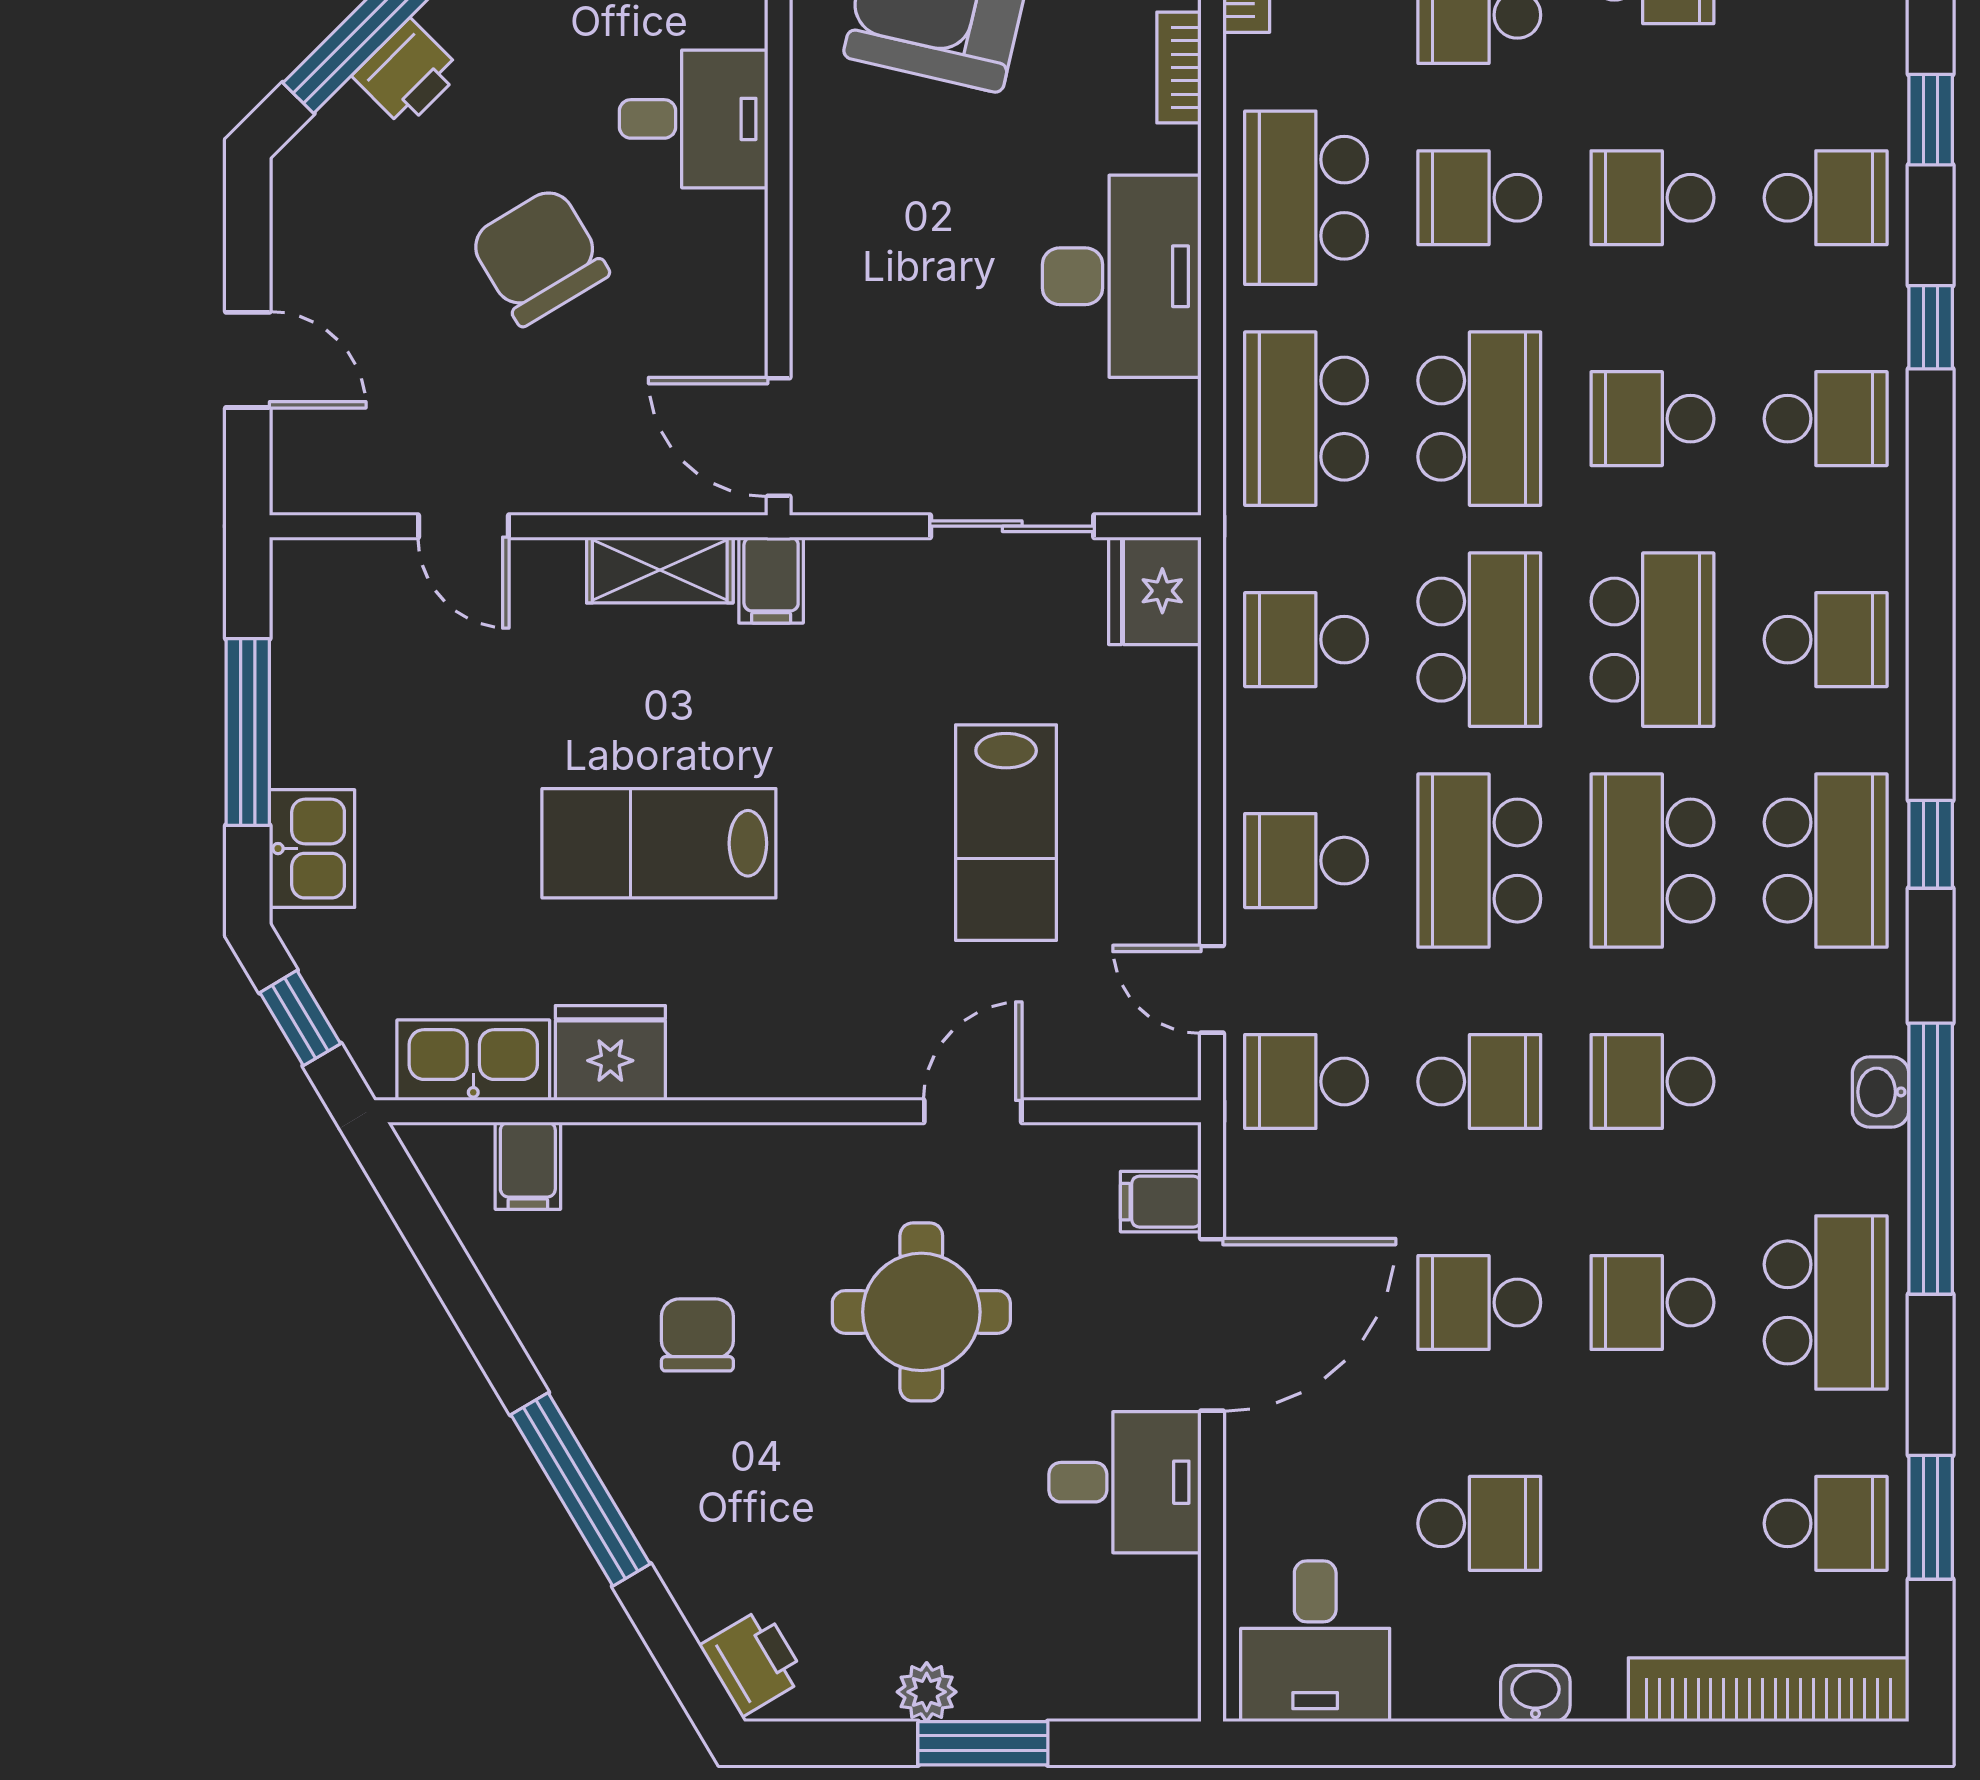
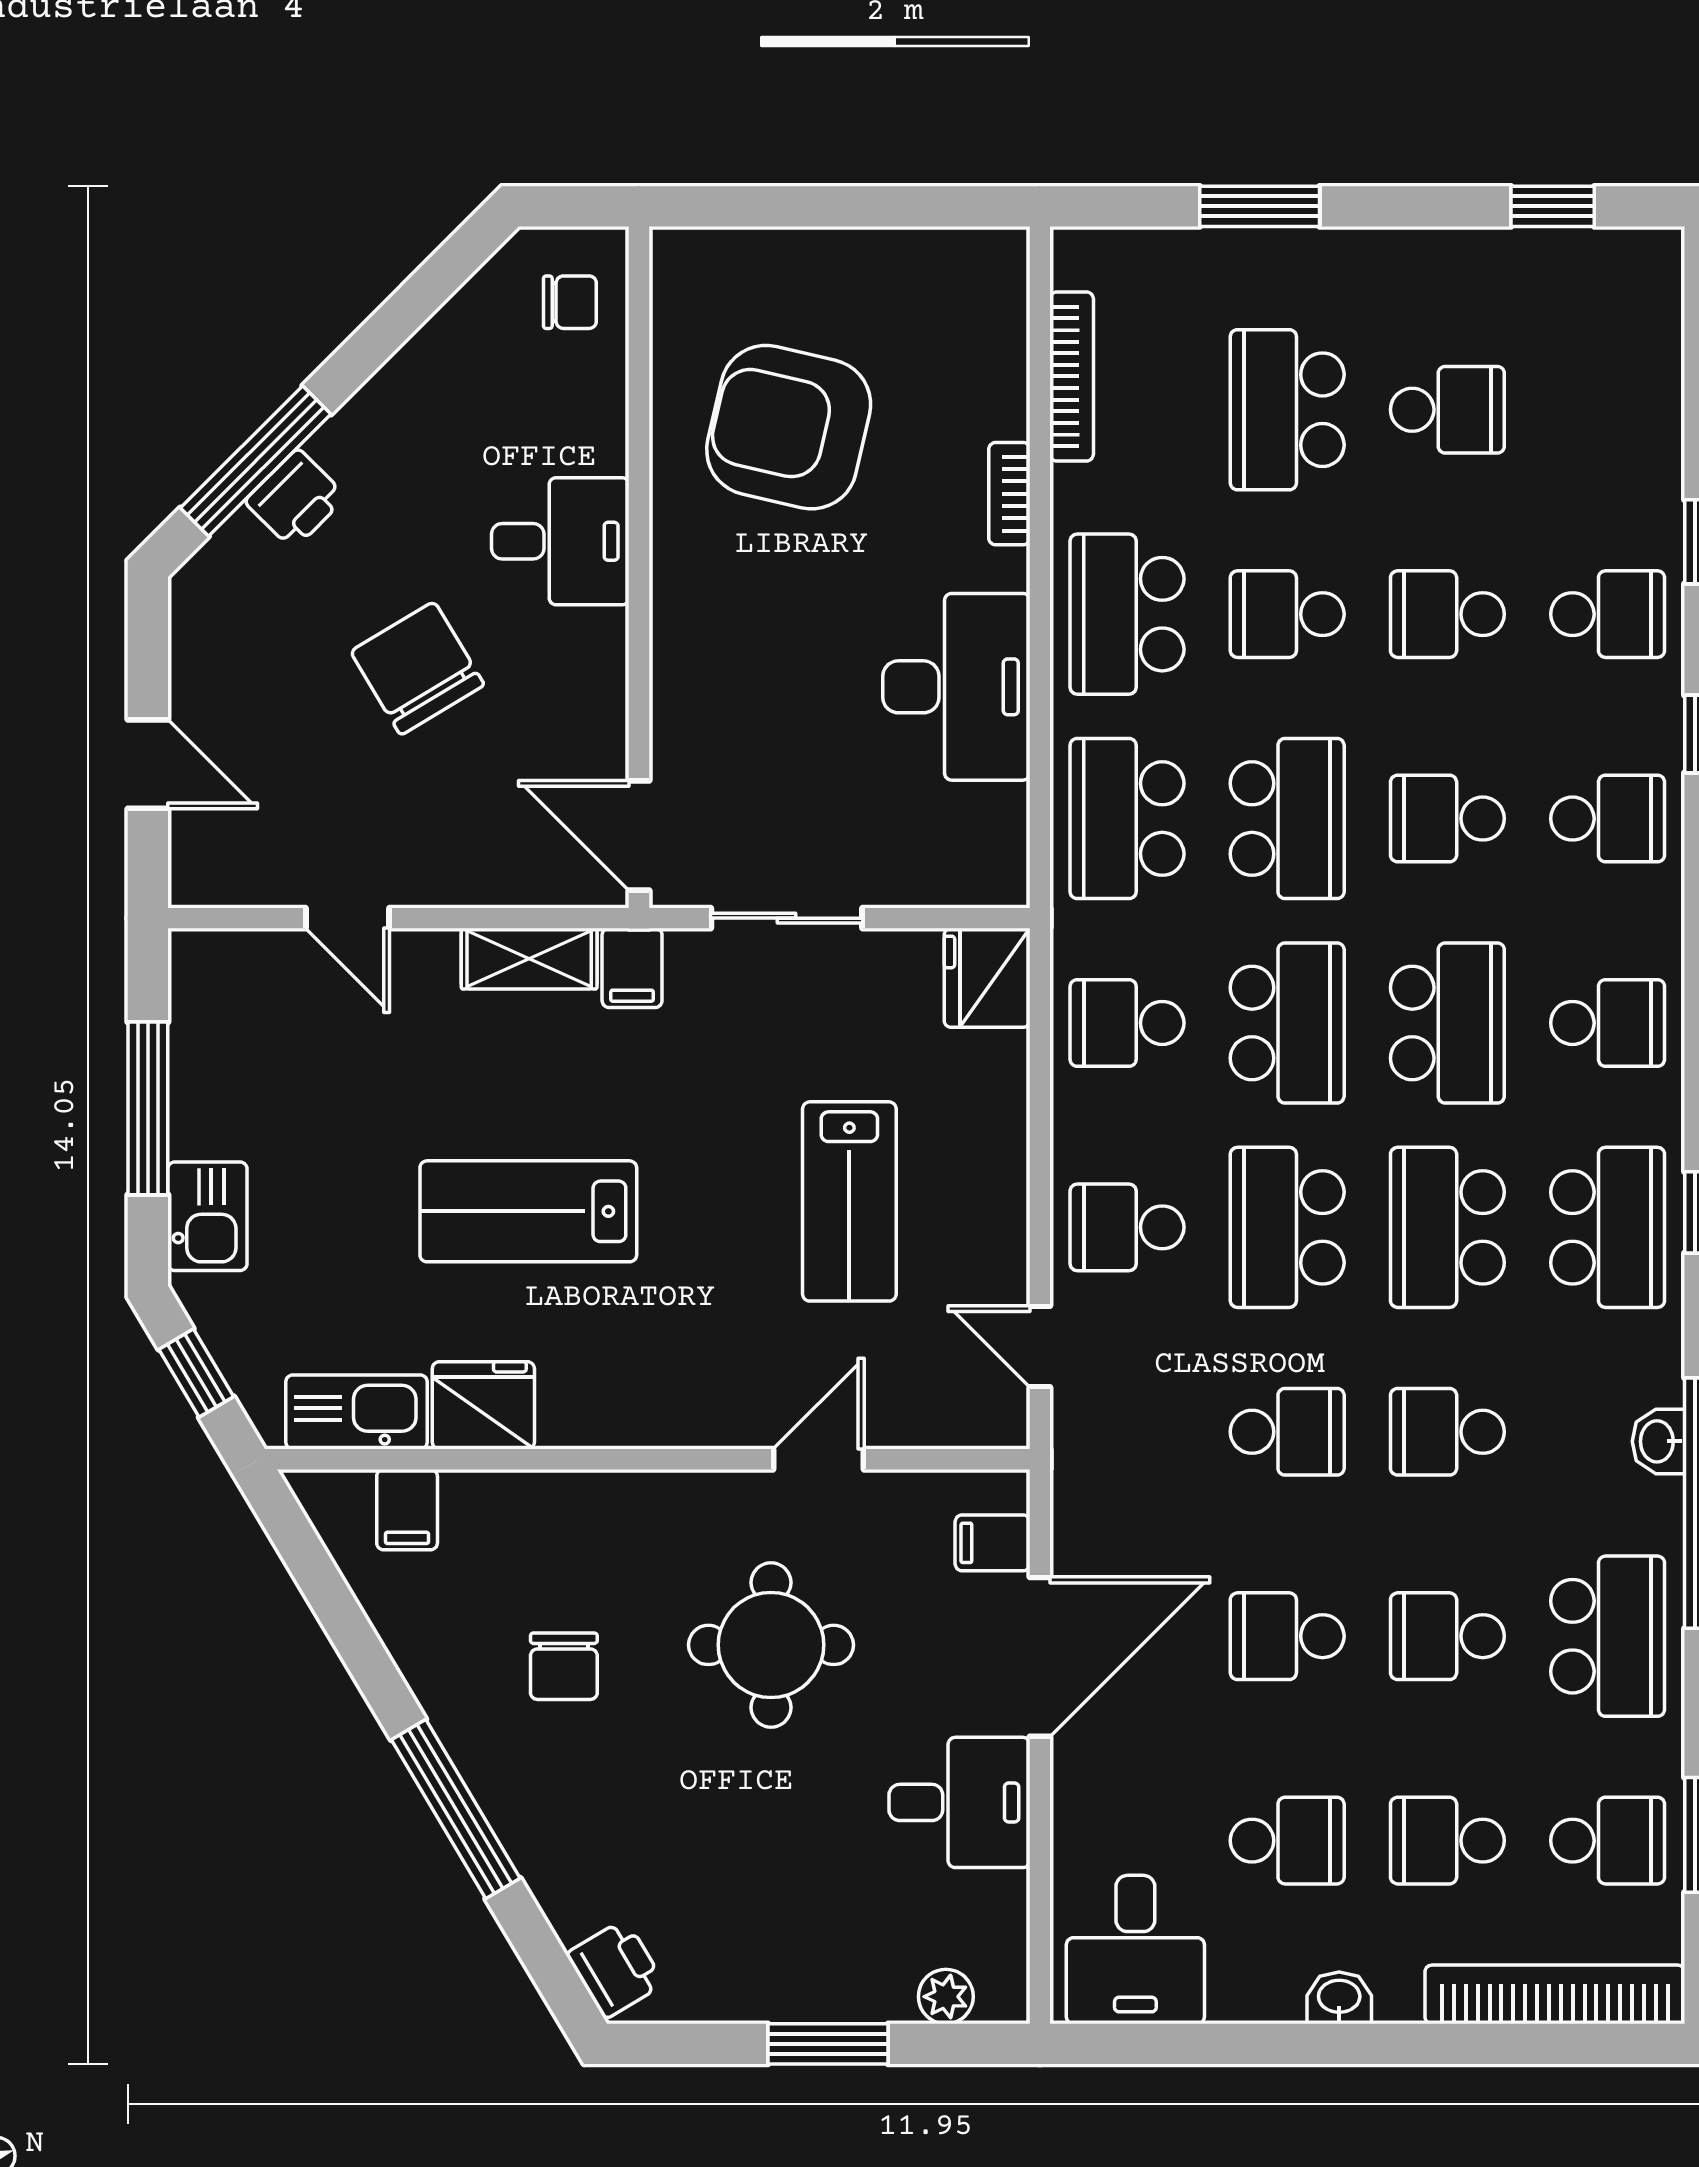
sliding door: (1012, 526) -> (787, 918), moved
school desk: (1306, 1082) -> (1447, 1841), moved
chair: (697, 1335) -> (564, 1666), turned 180
plant: (927, 1692) -> (946, 1997), moved

